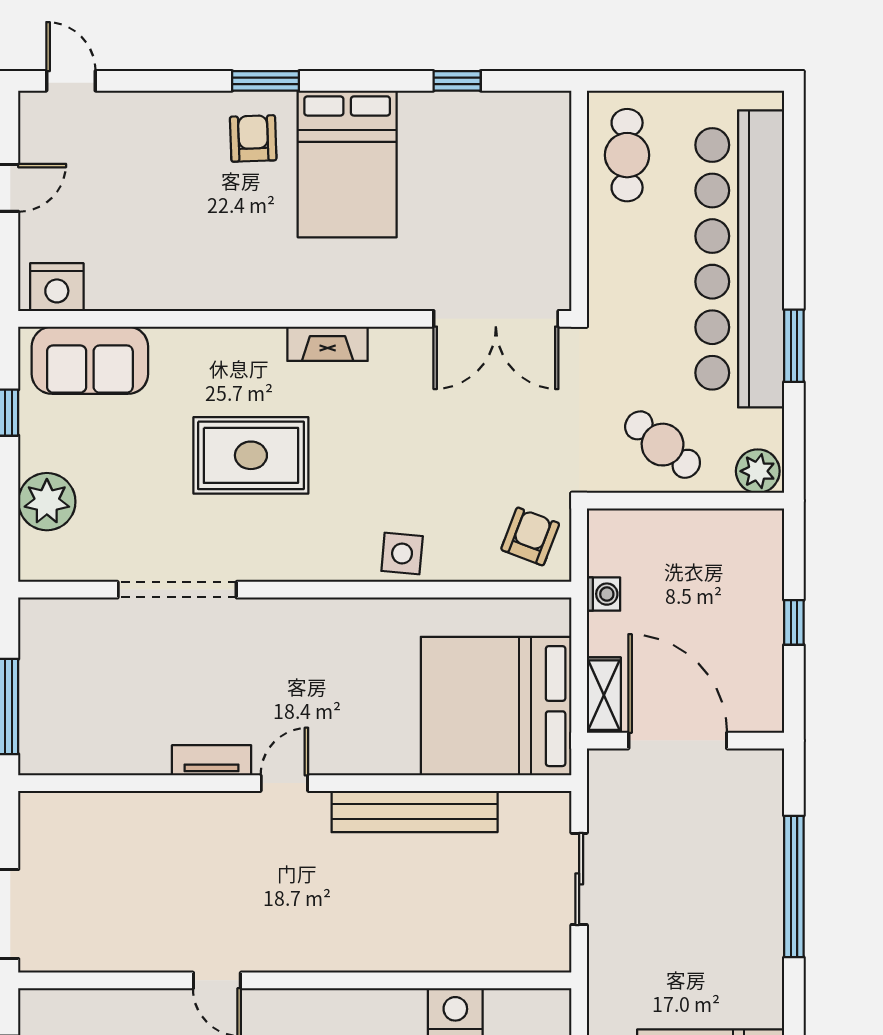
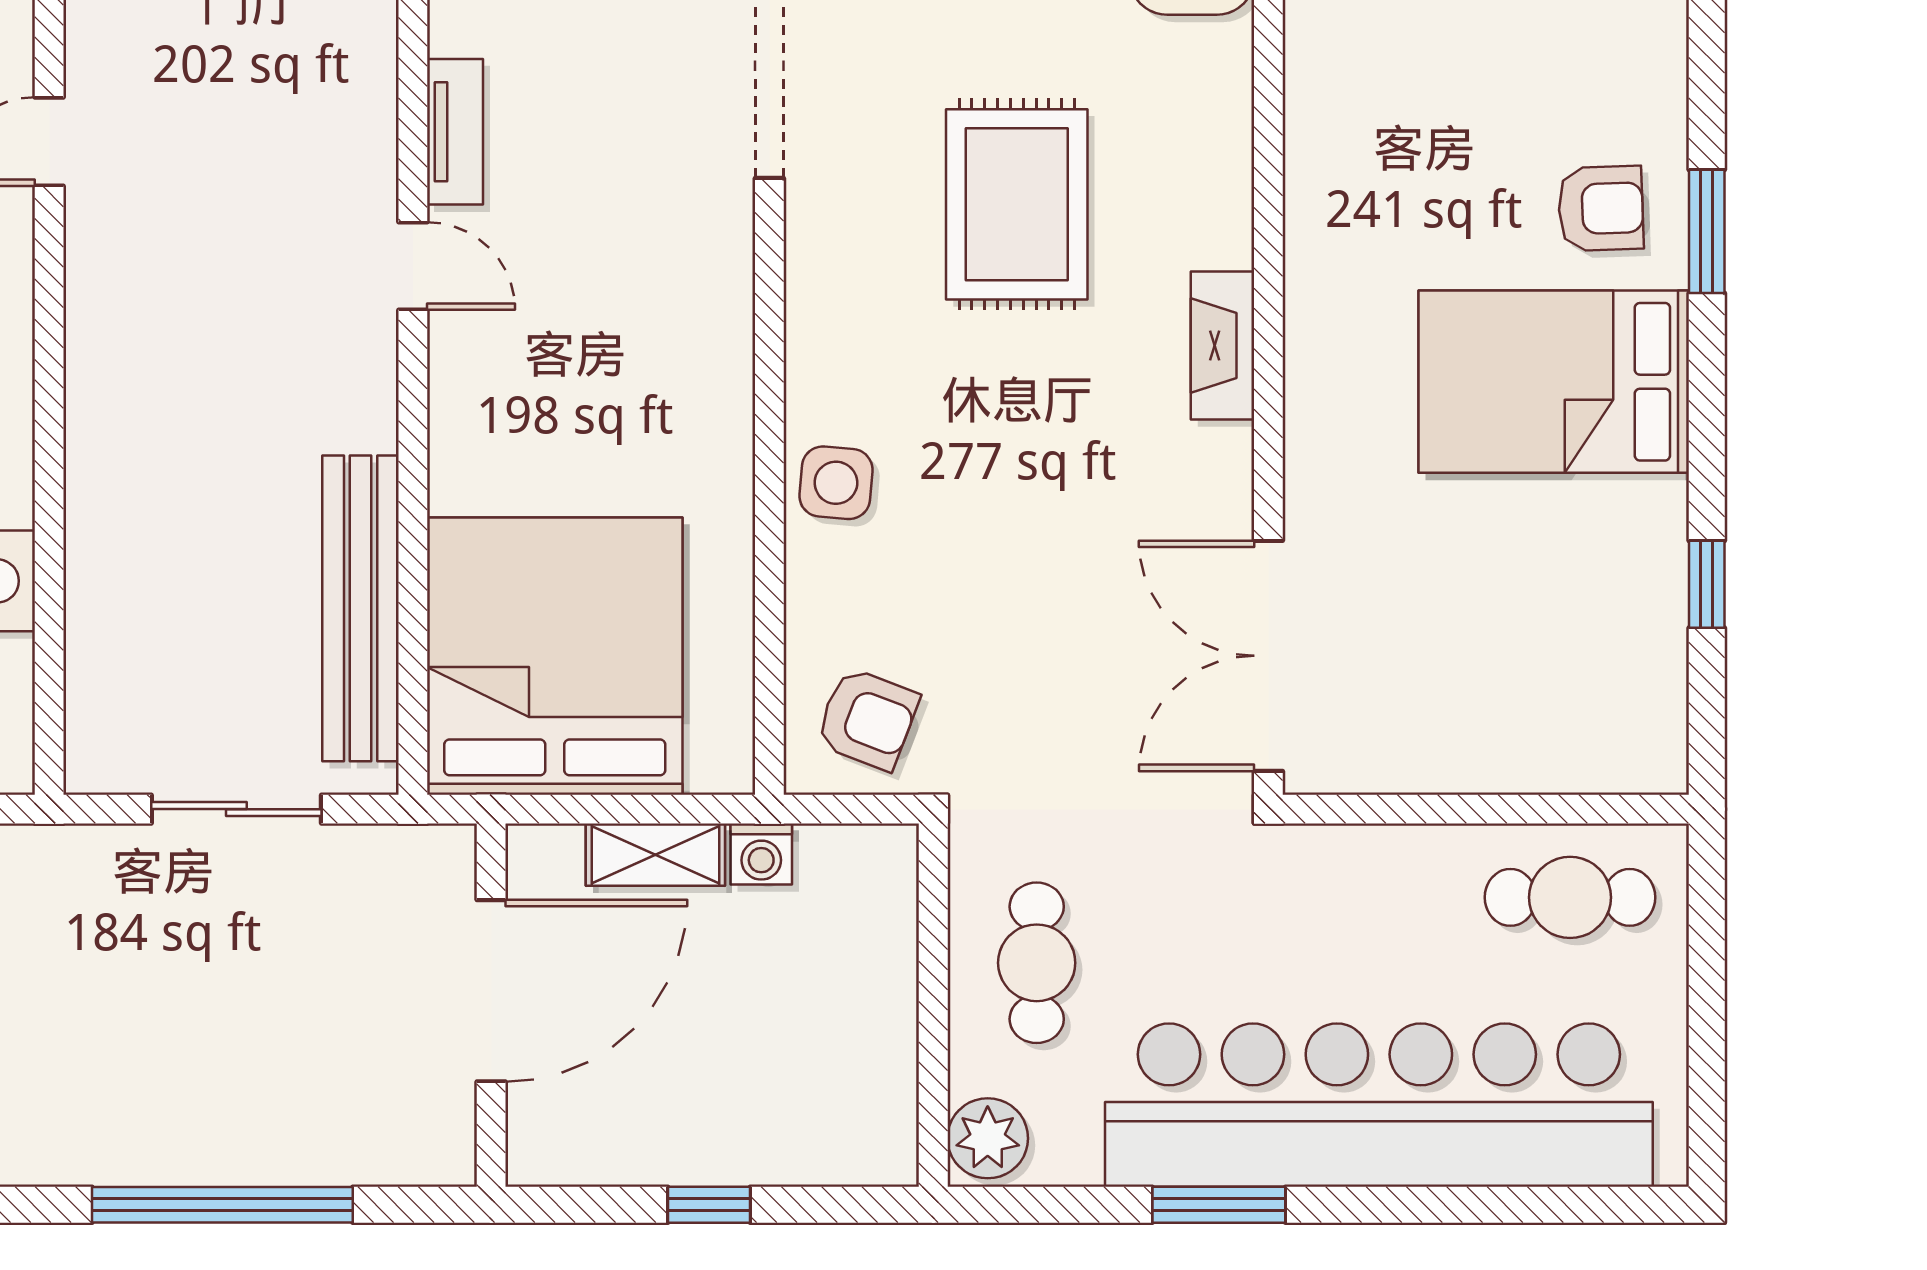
cafe table: (663, 445) -> (1037, 963), turned -39
shelving: (604, 695) -> (655, 855), moved
bench: (415, 812) -> (361, 608), moved

